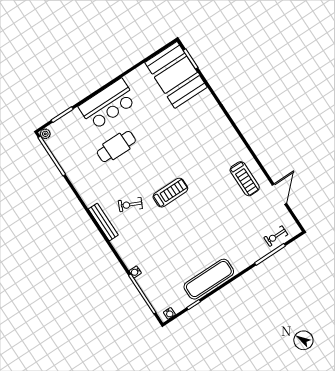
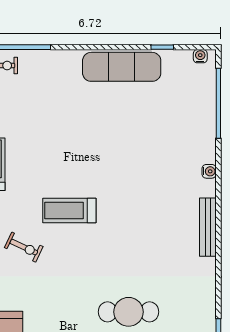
treadmill: (170, 193) -> (69, 210), moved
exercise bike: (130, 205) -> (24, 247), moved
water cooler: (135, 272) -> (209, 171), moved

